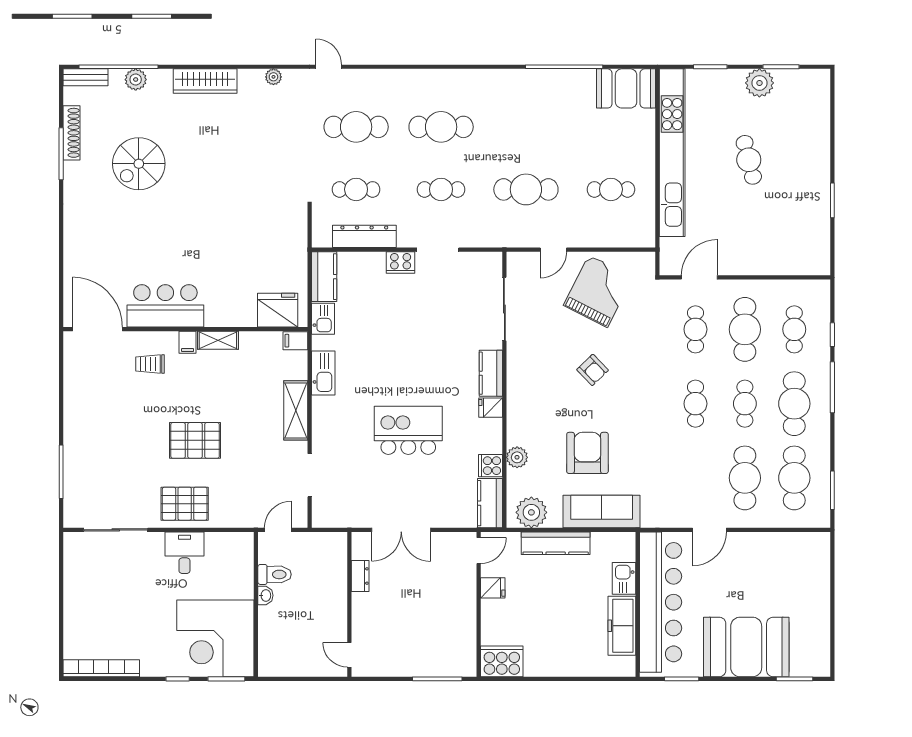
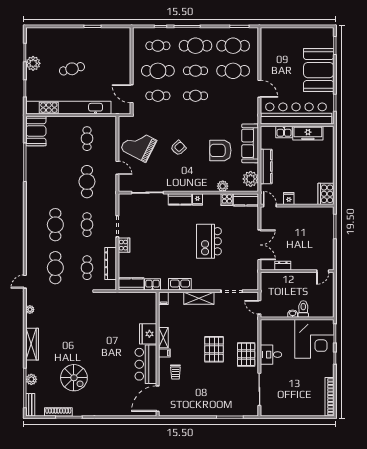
fridge: (278, 310) -> (148, 334), moved
toilet: (275, 574) -> (303, 309), moved

